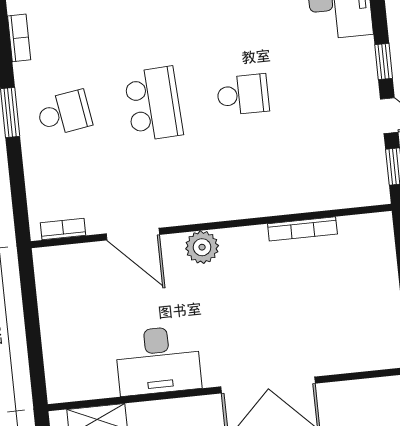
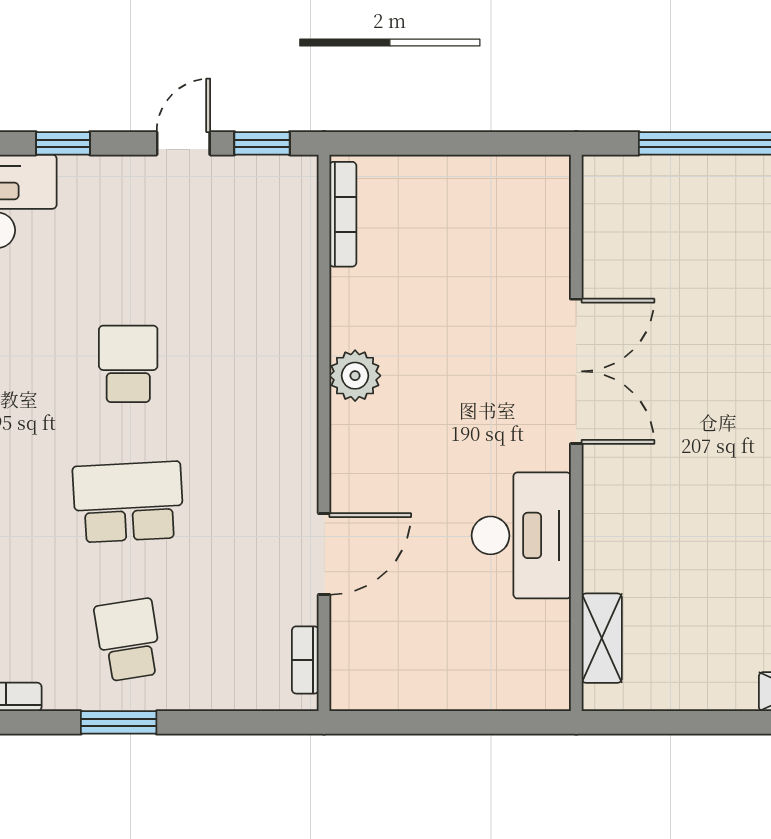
window: (384, 62) -> (63, 143), moved
bookcase: (302, 229) -> (343, 214), moved
plant: (202, 247) -> (355, 376), moved

